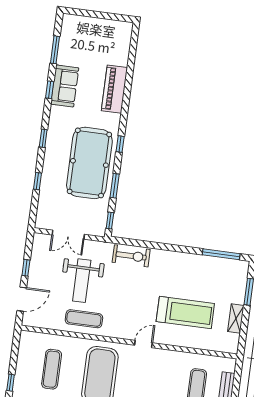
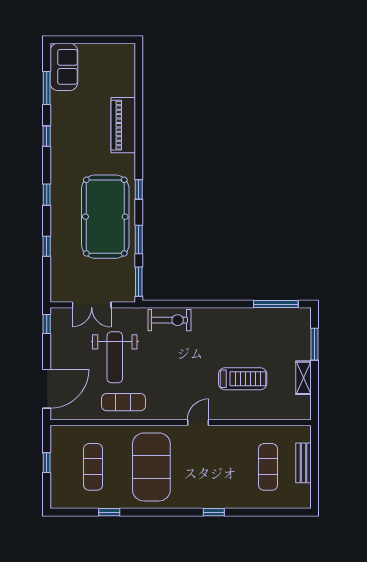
sofa: (65, 86) -> (64, 67), moved
window: (110, 221) -> (139, 282), width x1.50
window: (26, 268) -> (47, 324), moved
door: (22, 299) -> (47, 389), width x1.36
treadmill: (185, 313) -> (243, 379), width x0.73, depth x0.73
window: (11, 383) -> (47, 463), moved

